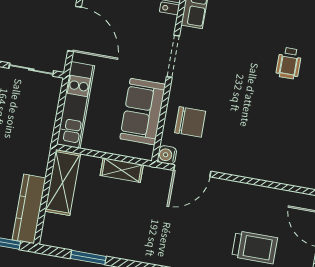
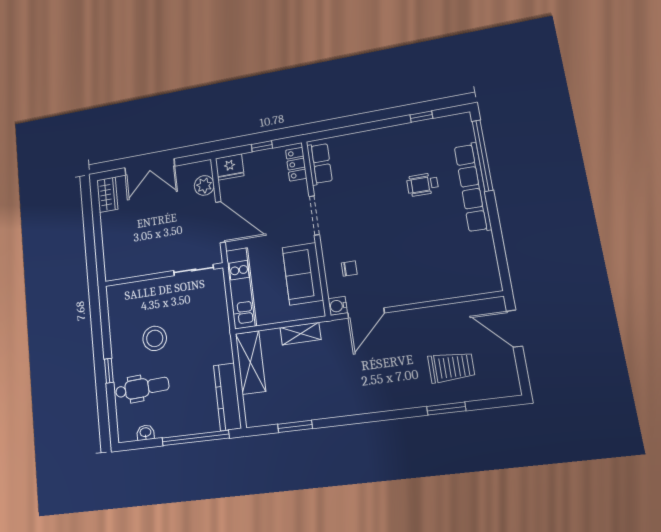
wheelchair: (289, 63) -> (422, 185), turned 90
chair: (190, 122) -> (349, 269), width x0.54, depth x0.54

